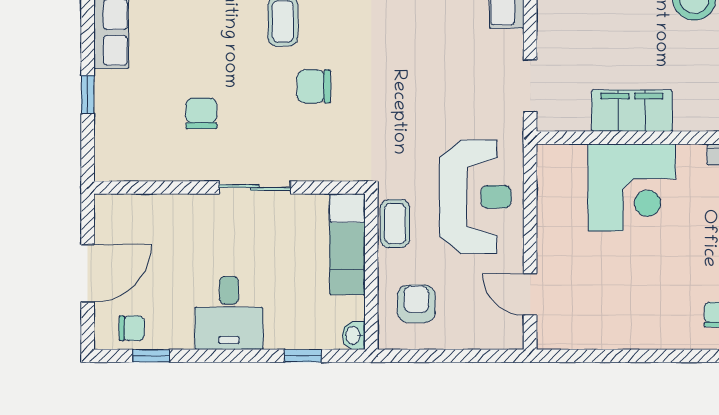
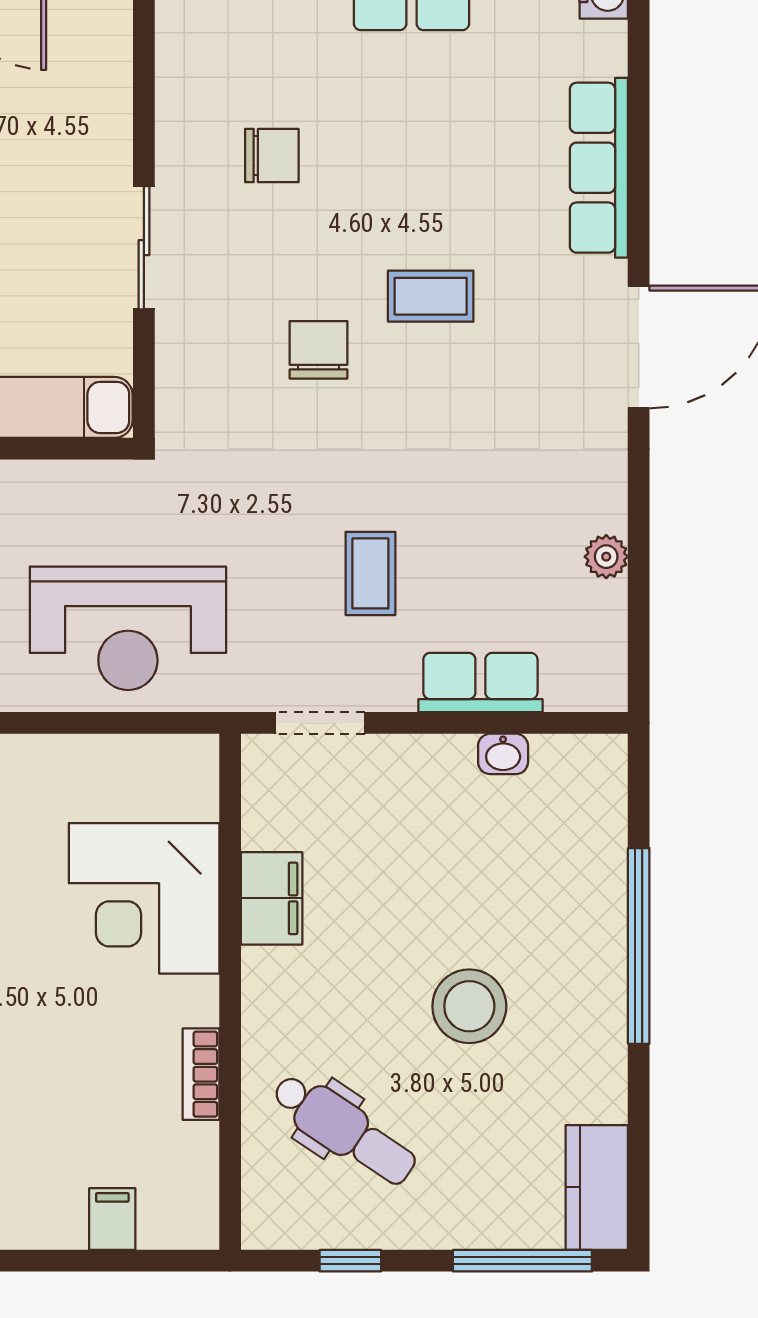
filing cabinet: (632, 111) -> (272, 898), width x0.67, depth x0.86
coffee table: (395, 224) -> (370, 573), moved, turned 90

